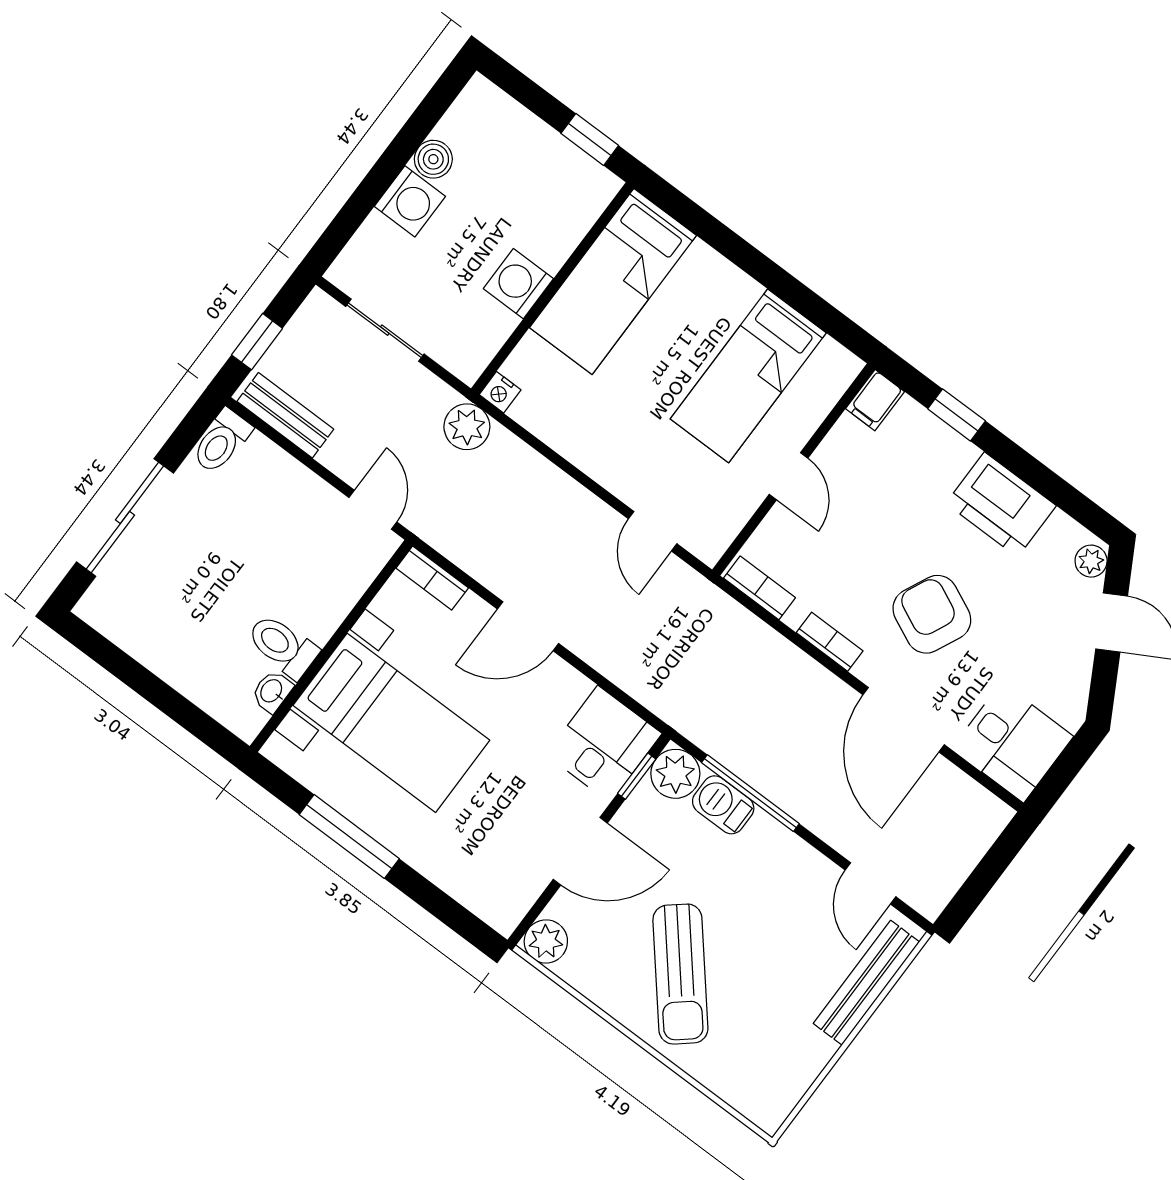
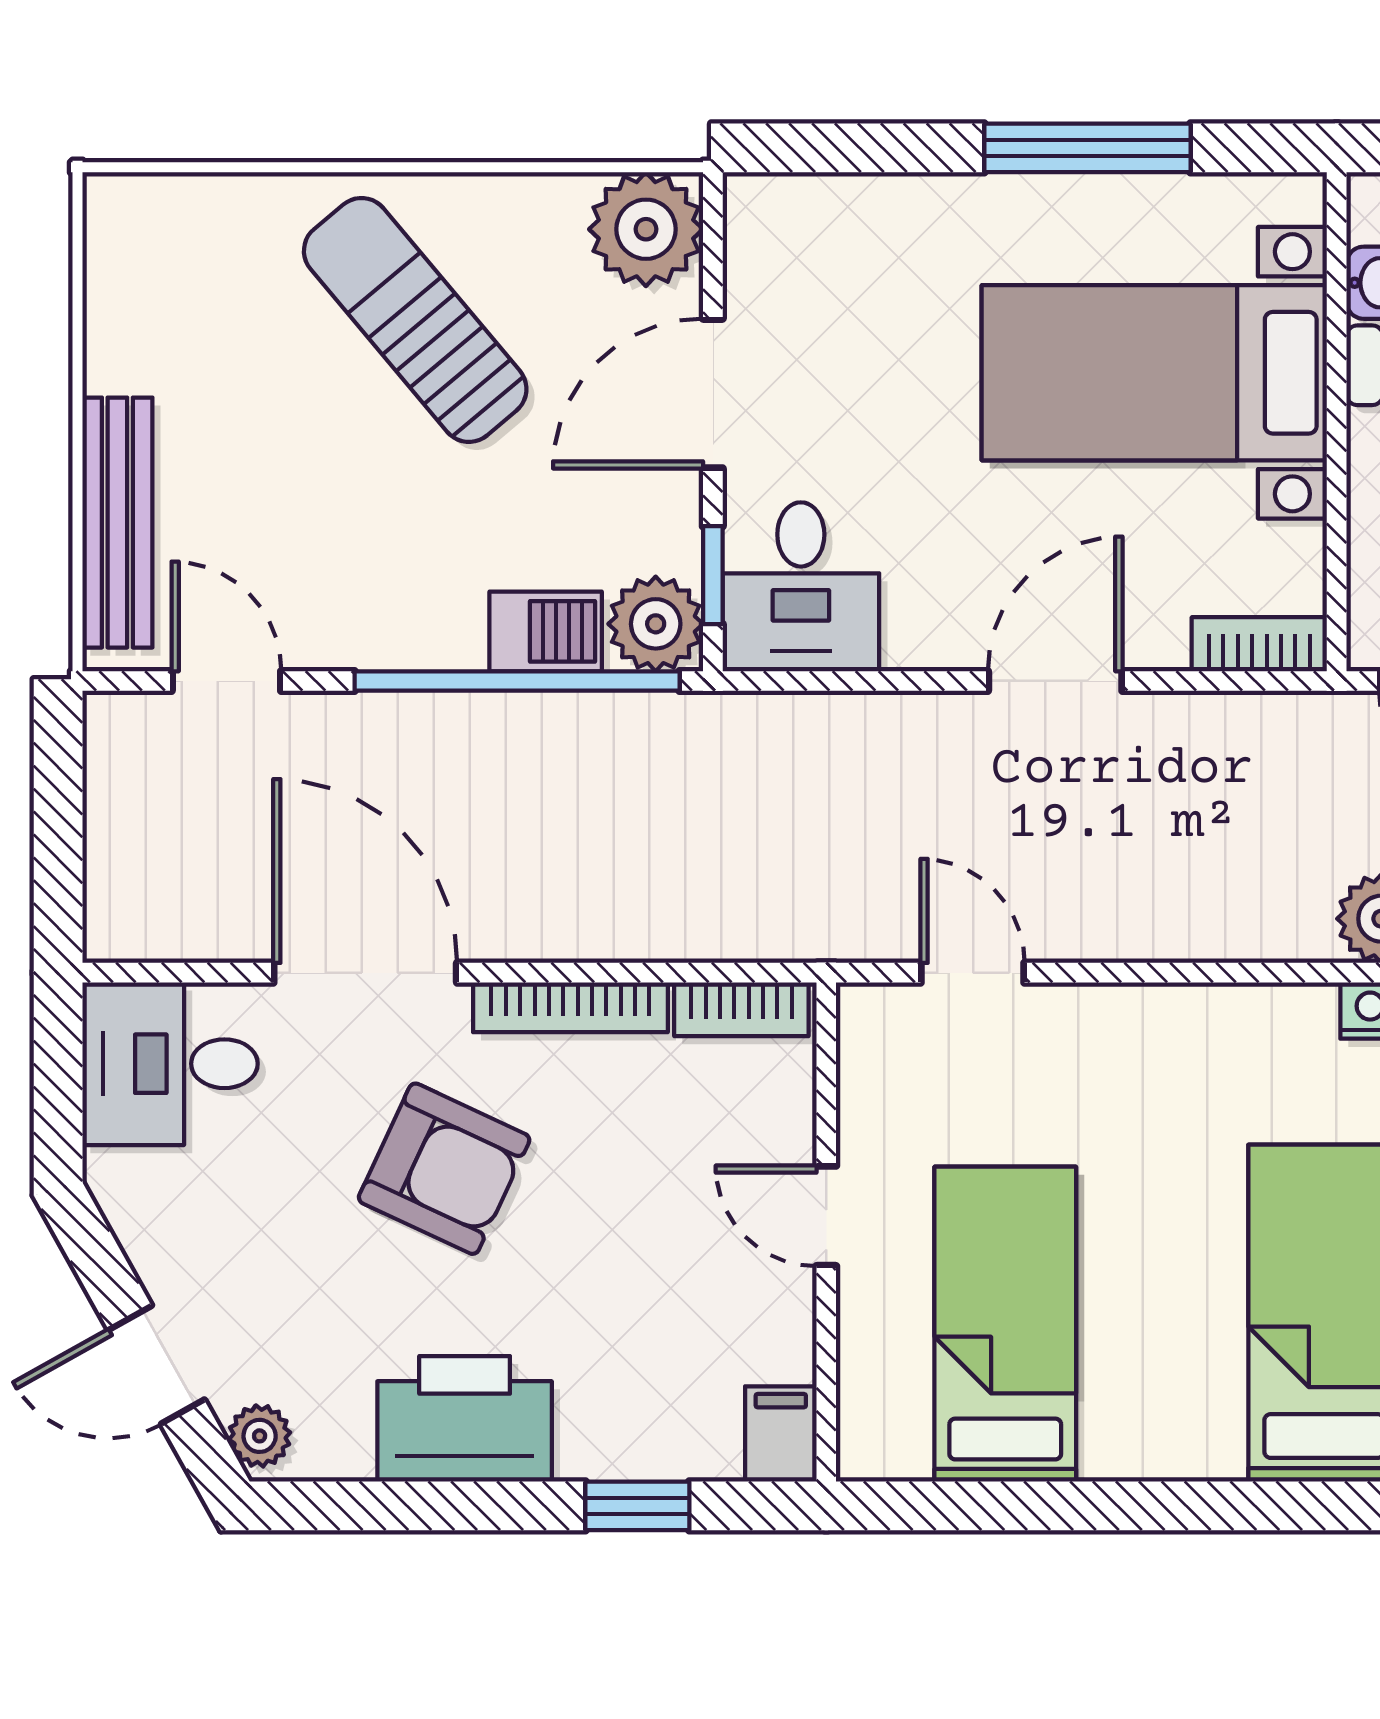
bookcase: (830, 642) -> (570, 1007), width x1.56
window: (750, 793) -> (517, 681), width x1.46
plant: (546, 941) -> (646, 229), width x1.36, depth x1.36

